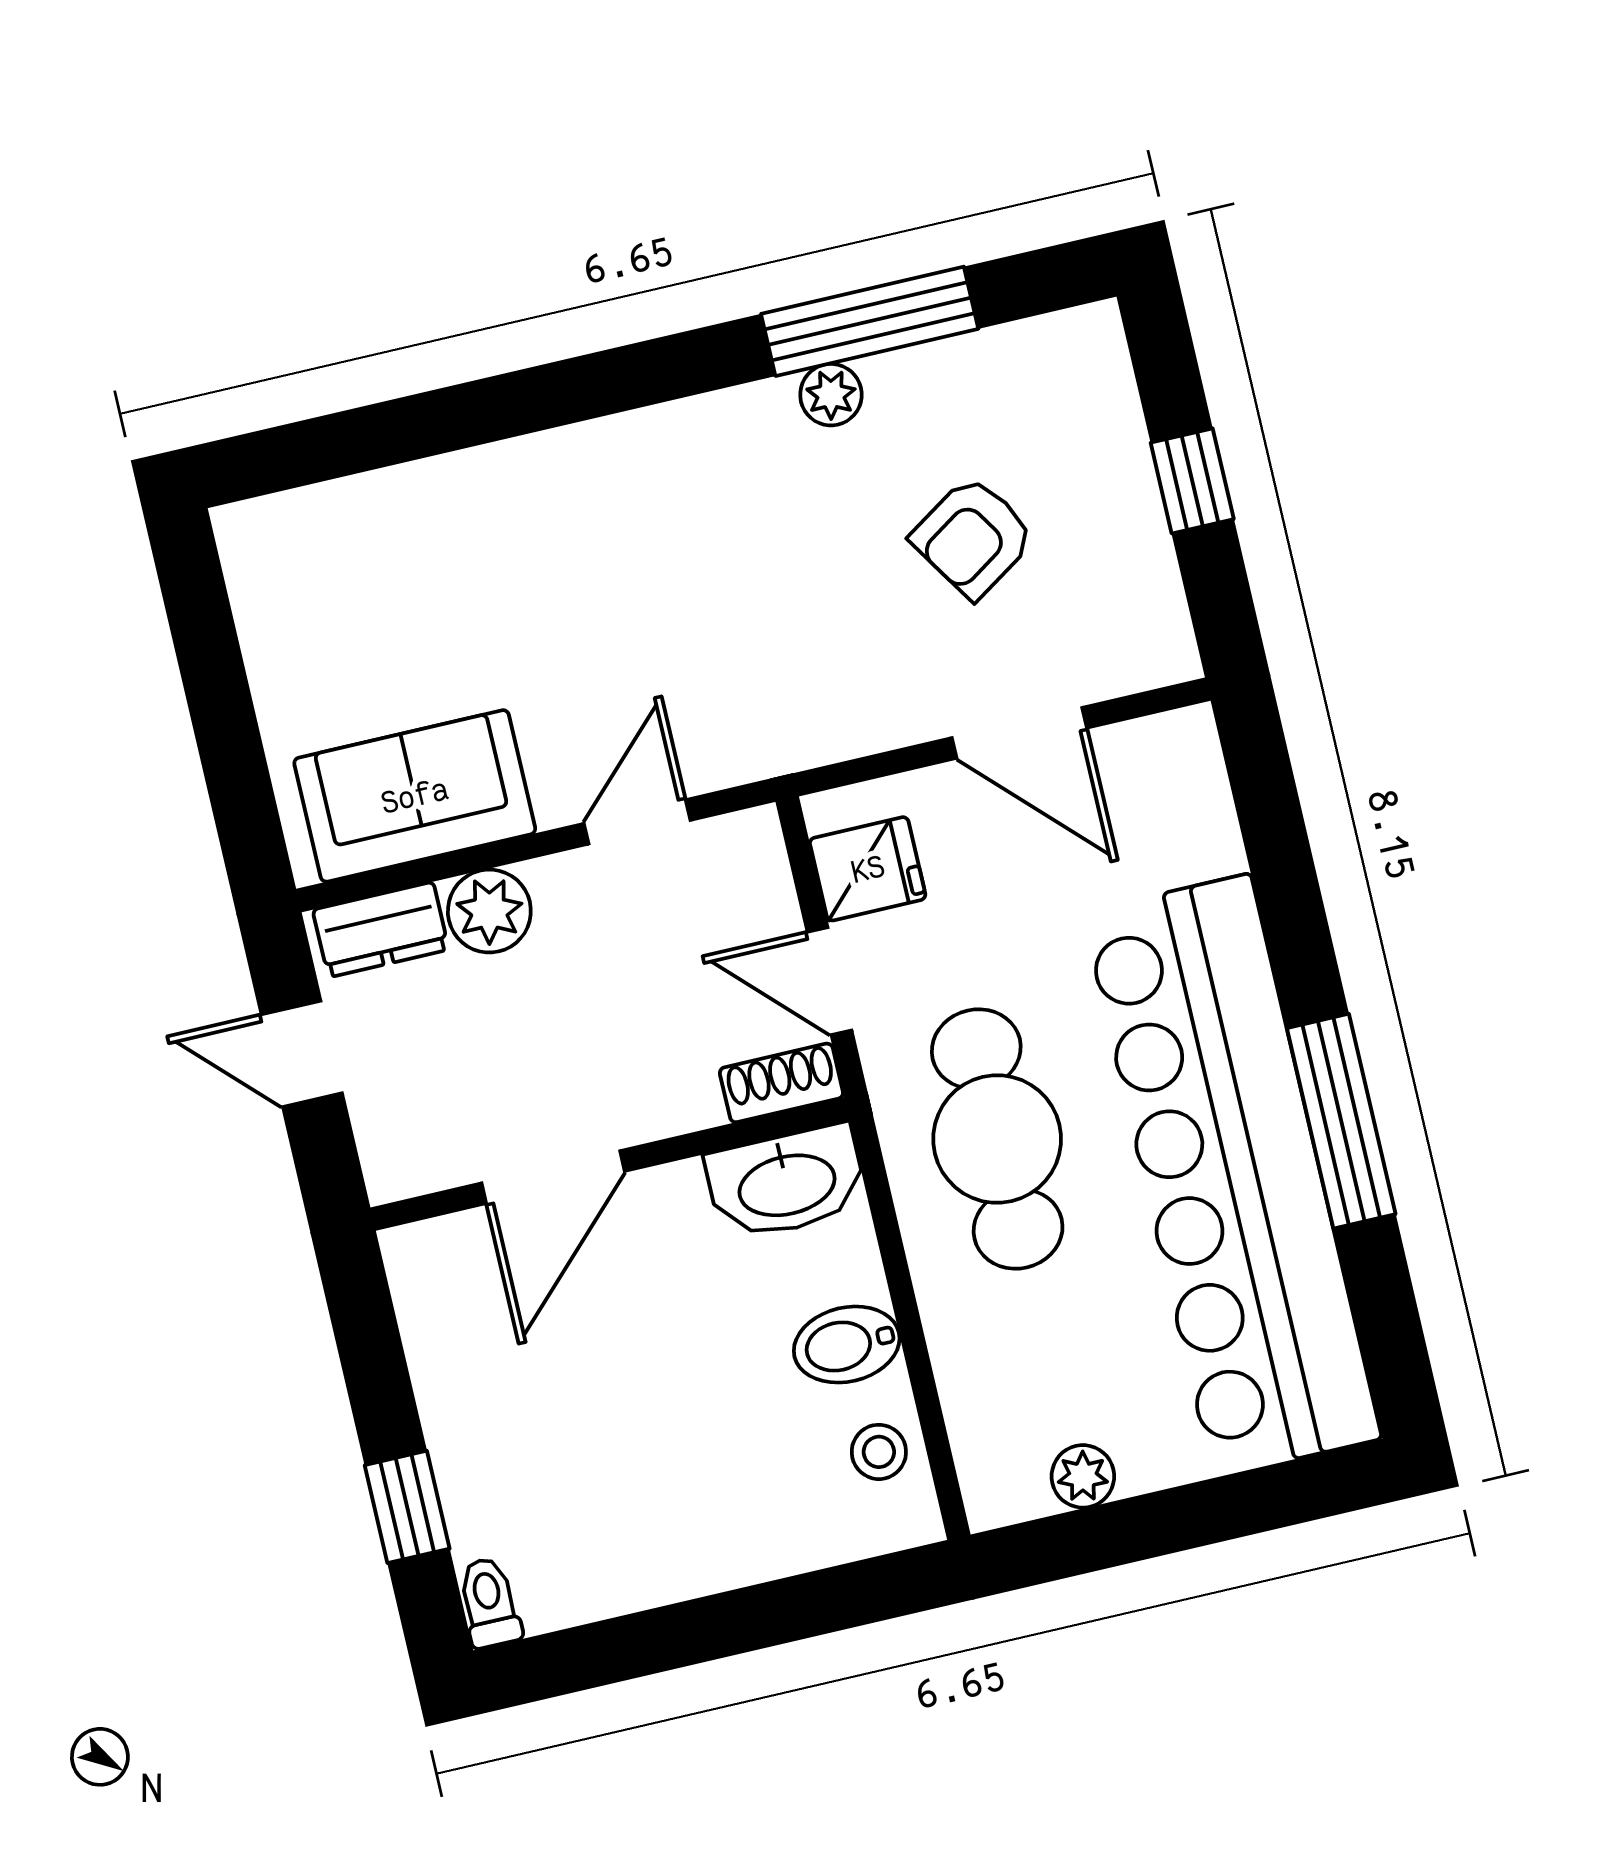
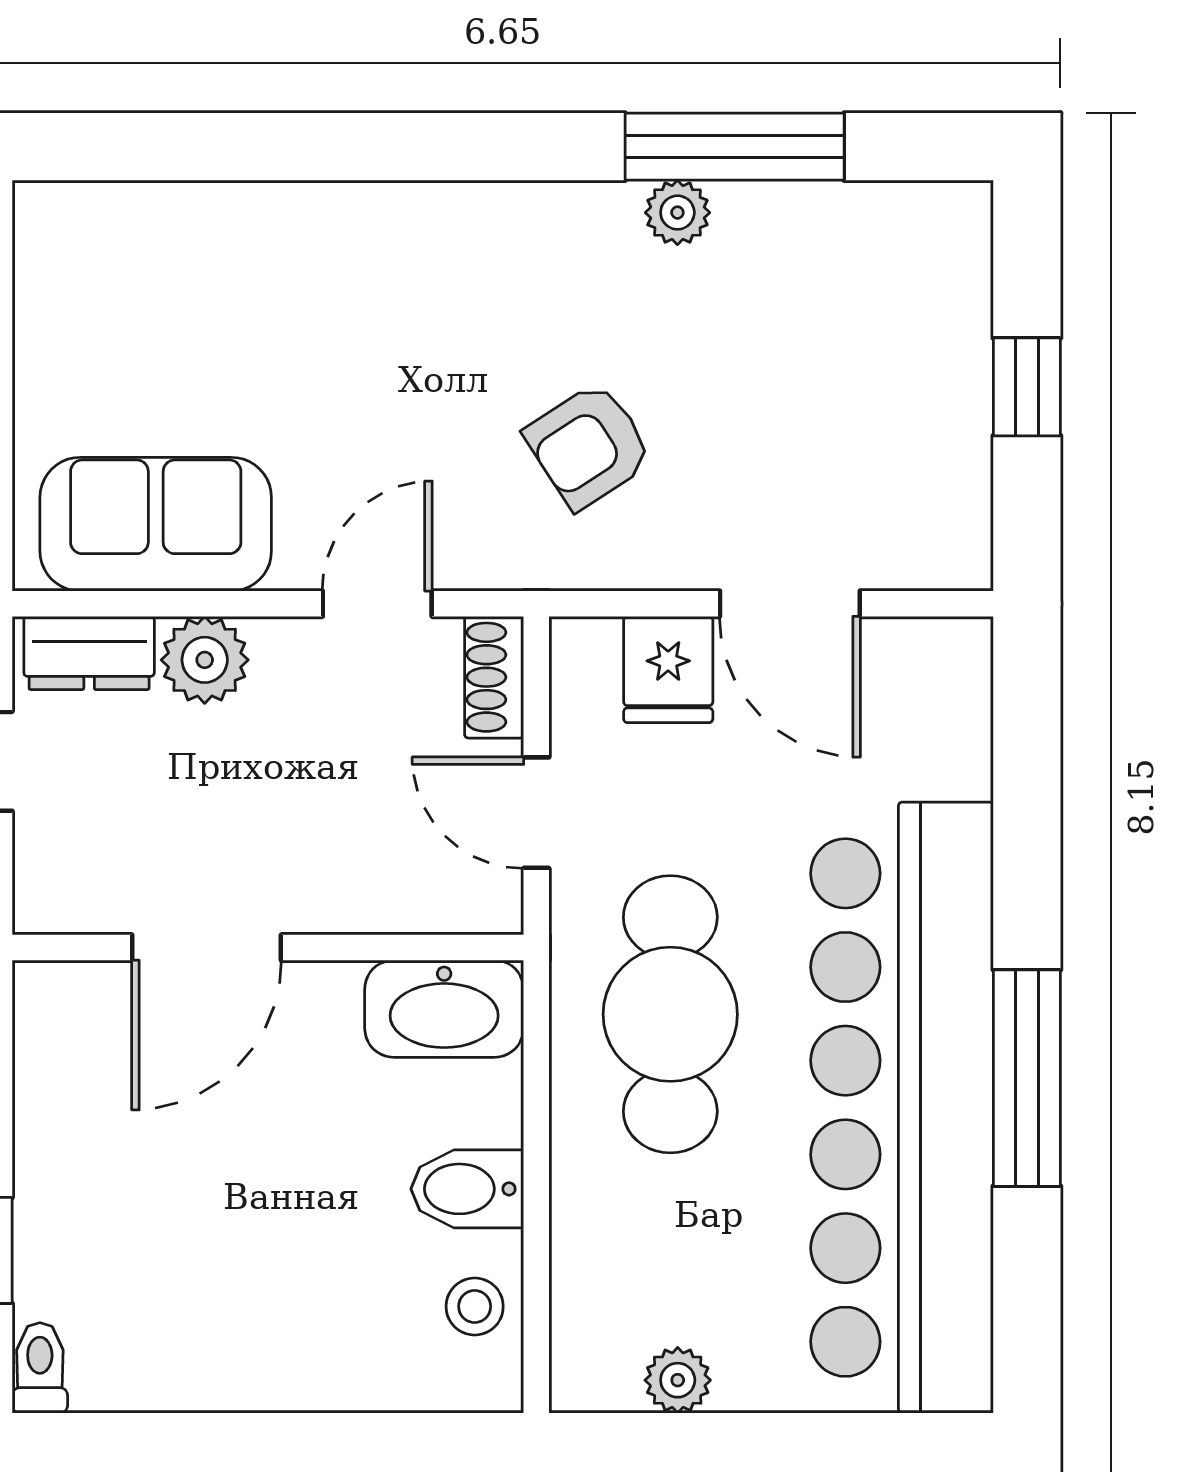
armchair: (973, 537) -> (589, 446), moved
fridge: (868, 869) -> (668, 670), moved, turned 90
shoe rack: (781, 1083) -> (494, 677), moved, turned -90

